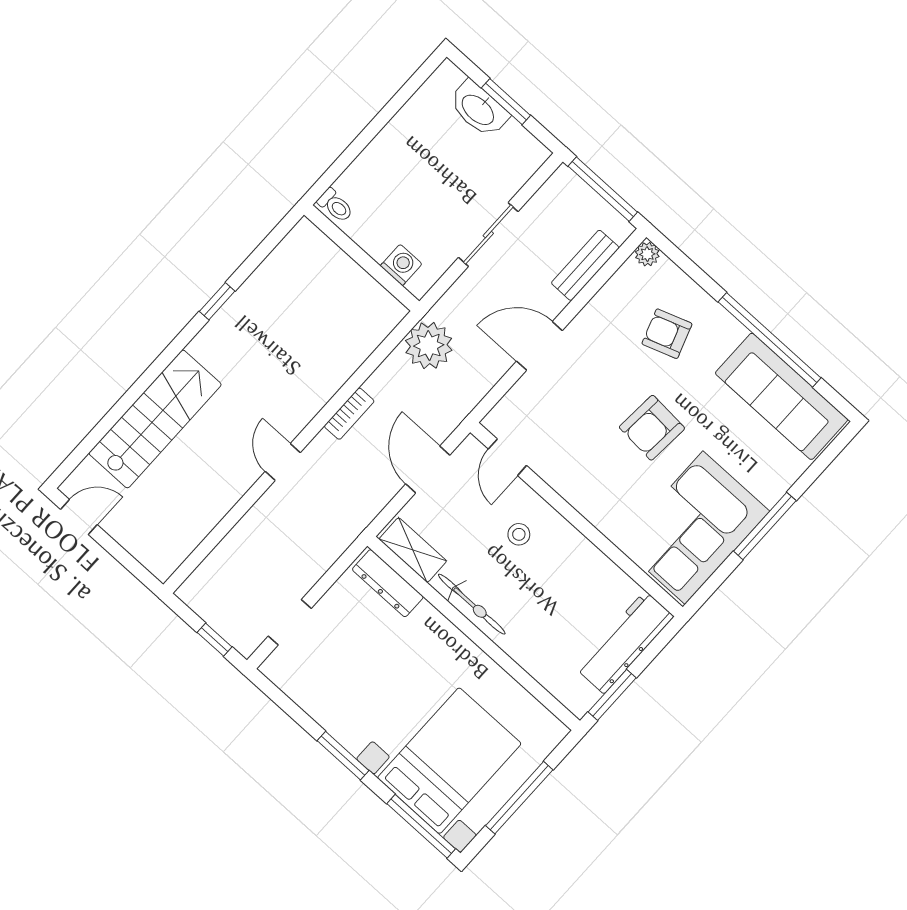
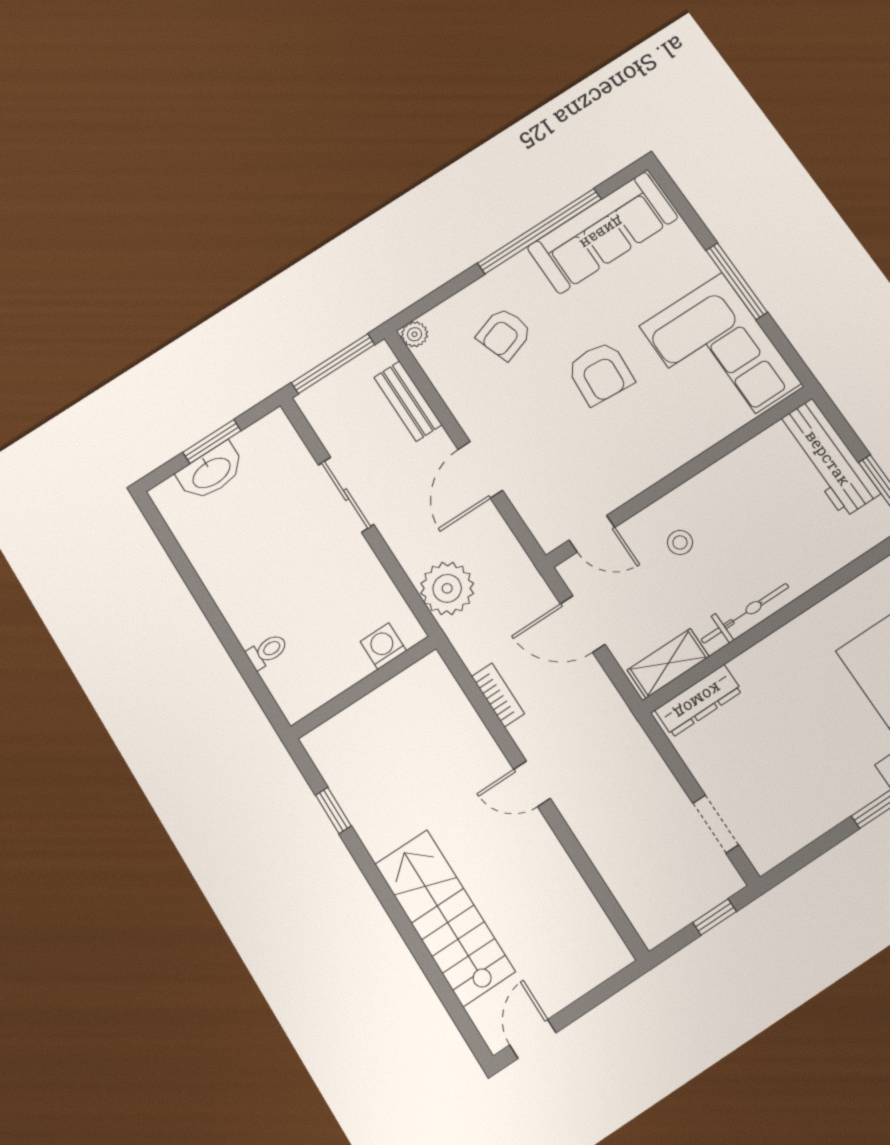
wall: (362, 258) -> (364, 687), moved
washing machine: (401, 265) -> (383, 646), moved

